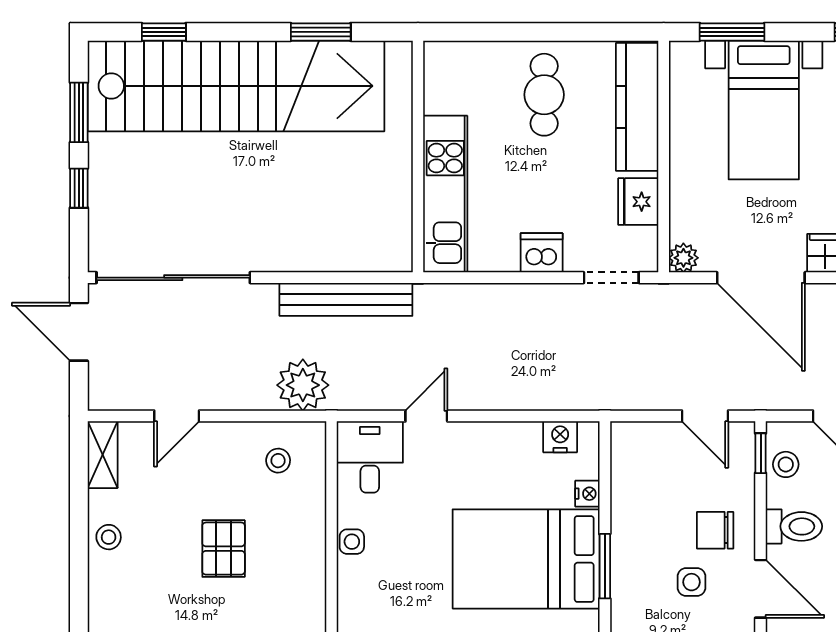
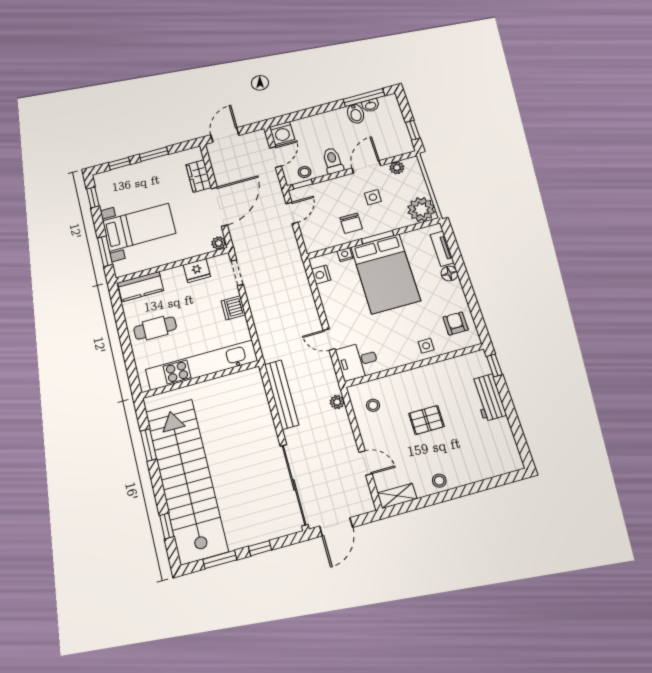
kitchen counter: (637, 107) -> (141, 287), width x0.67
kitchen unit: (445, 194) -> (202, 365), width x1.36
plant: (303, 385) -> (337, 402), width x0.53, depth x0.53
chair: (715, 530) -> (351, 223), moved
side table: (352, 542) -> (426, 346), moved

